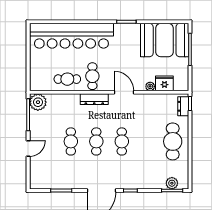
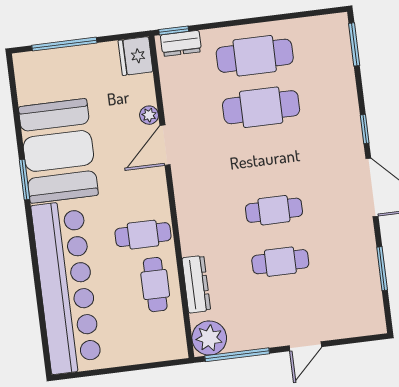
booth: (165, 40) -> (58, 151), moved
fridge: (164, 83) -> (136, 56), moved
door: (124, 92) -> (165, 145), moved
dresser: (94, 99) -> (196, 284), moved
cafe table: (122, 141) -> (261, 107), moved, width x1.37, depth x1.35
door: (28, 149) -> (305, 346), swing flipped
plant: (172, 183) -> (339, 47), removed

